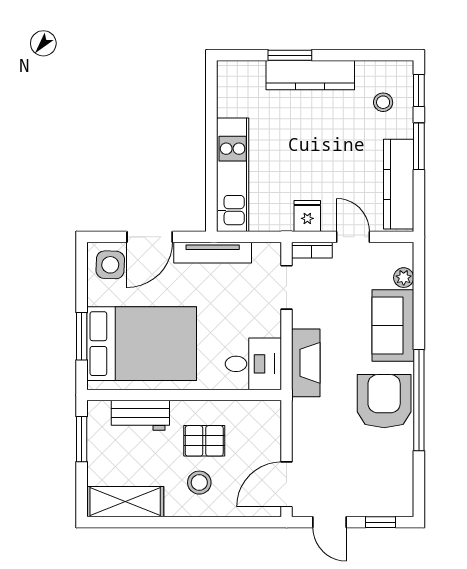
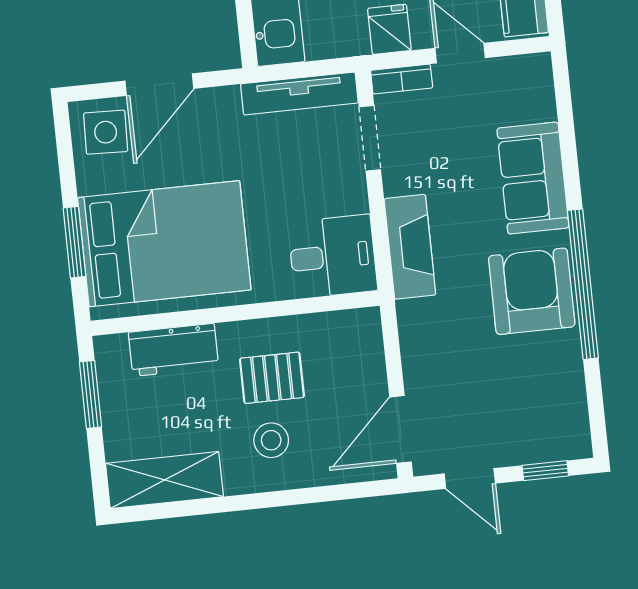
tv unit: (213, 253) -> (299, 93), moved
plant: (404, 278) -> (541, 106), removed

